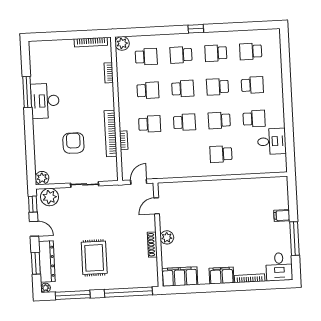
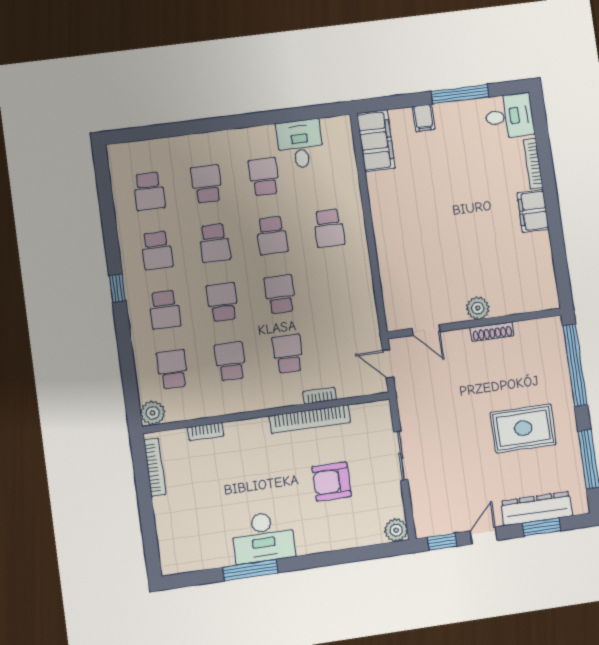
plant: (50, 197) -> (427, 514), removed
filing cabinet: (180, 277) -> (376, 141), moved, turned 180
plant: (46, 288) -> (581, 506), removed

